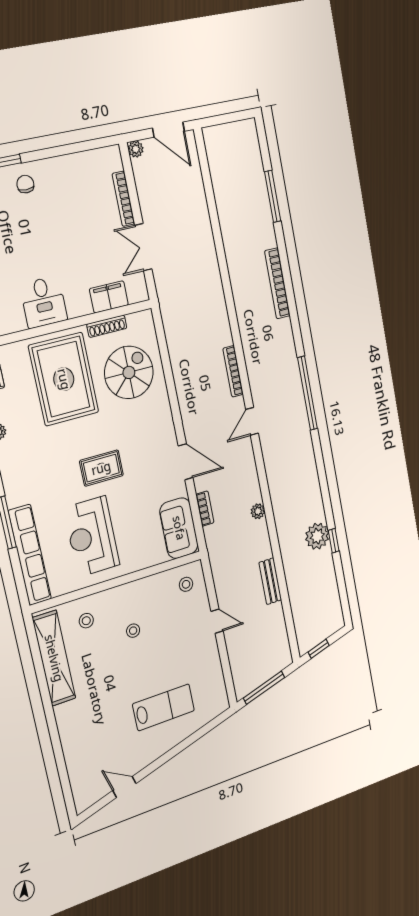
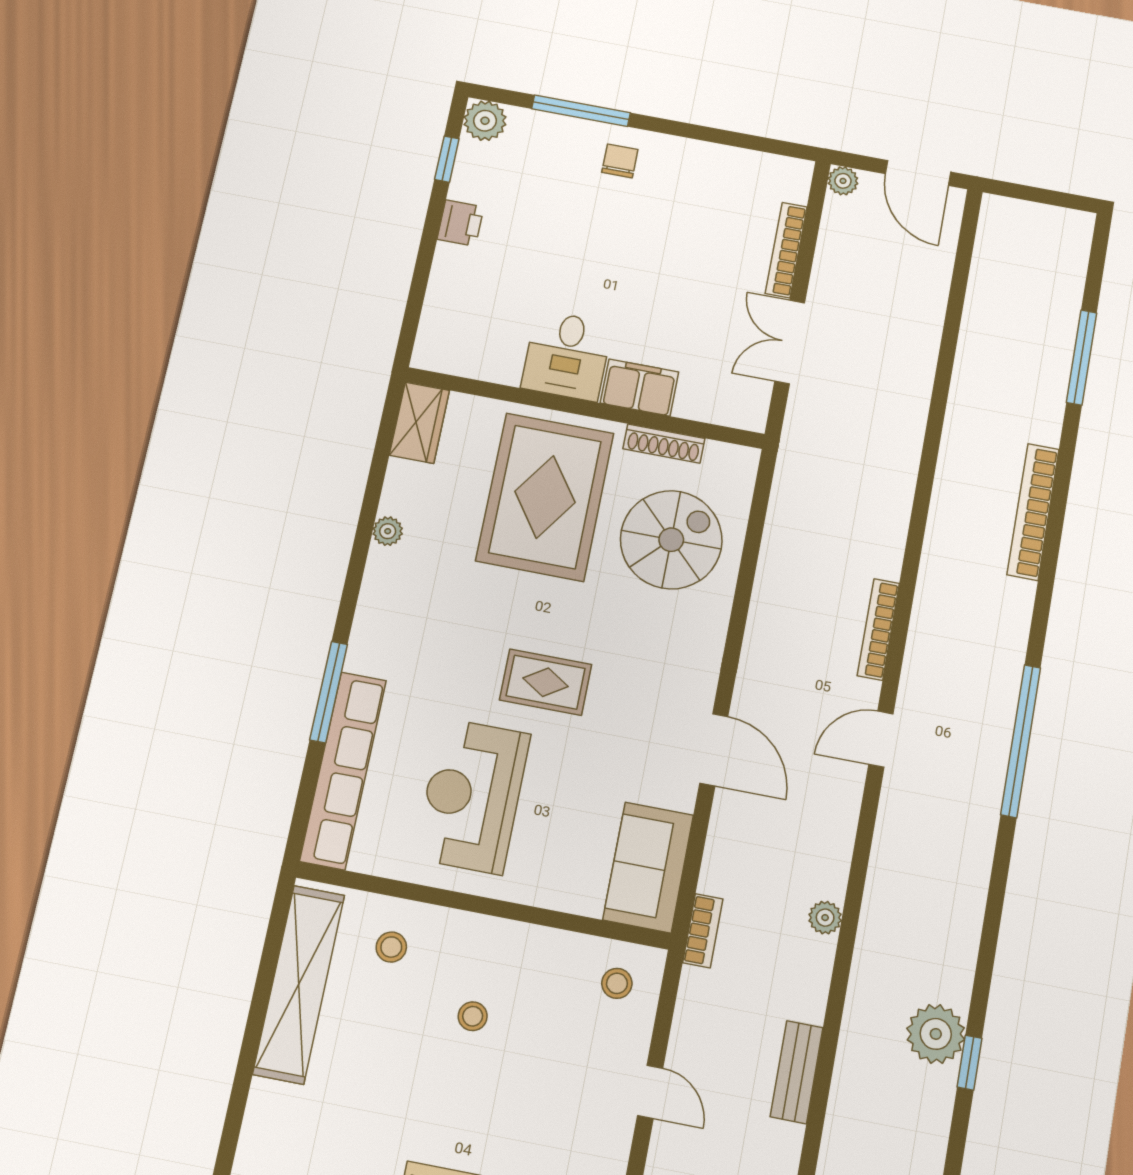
filing cabinet: (109, 297) -> (639, 388), moved
bookcase: (205, 509) -> (703, 931), moved

